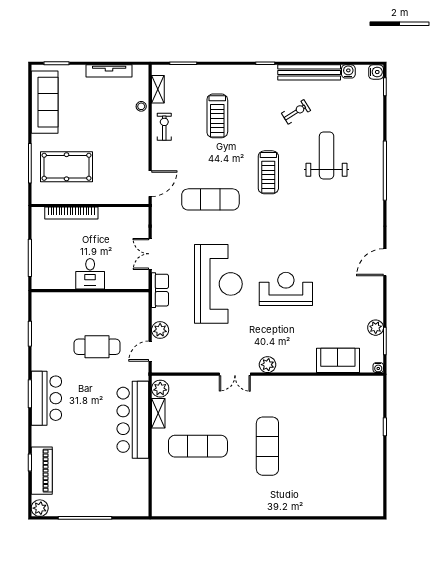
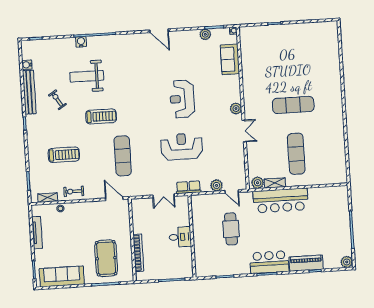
water cooler: (376, 72) -> (81, 42), moved
reception desk: (218, 284) -> (182, 147), width x0.74, depth x0.77
piano: (42, 471) -> (306, 263), moved

